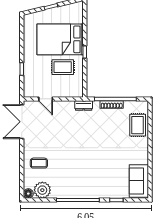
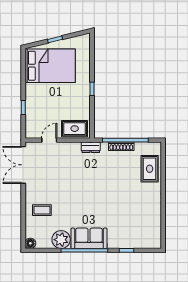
bed: (60, 39) -> (50, 66), moved, turned 180
rug: (63, 67) -> (75, 129), moved
door: (46, 99) -> (49, 140), swing flipped
sofa: (139, 181) -> (89, 238), moved, turned 90
plant: (42, 190) -> (61, 240), moved

